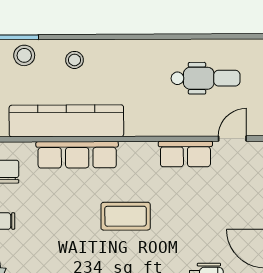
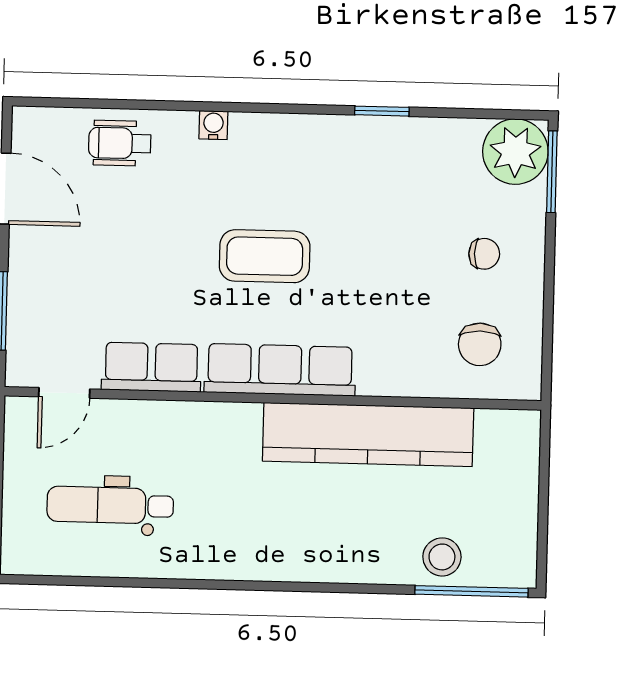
stool: (75, 60) -> (350, 546), removed
row of seats: (77, 155) -> (280, 370), moved

